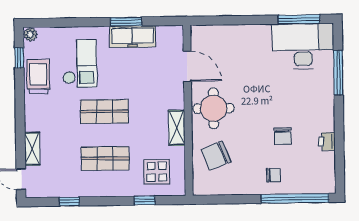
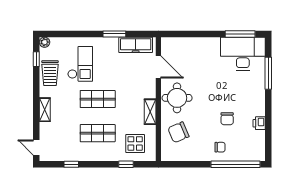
freezer: (133, 37) -> (136, 45), moved
trolley: (38, 77) -> (50, 73), turned 180
shelving: (32, 149) -> (45, 110), moved

